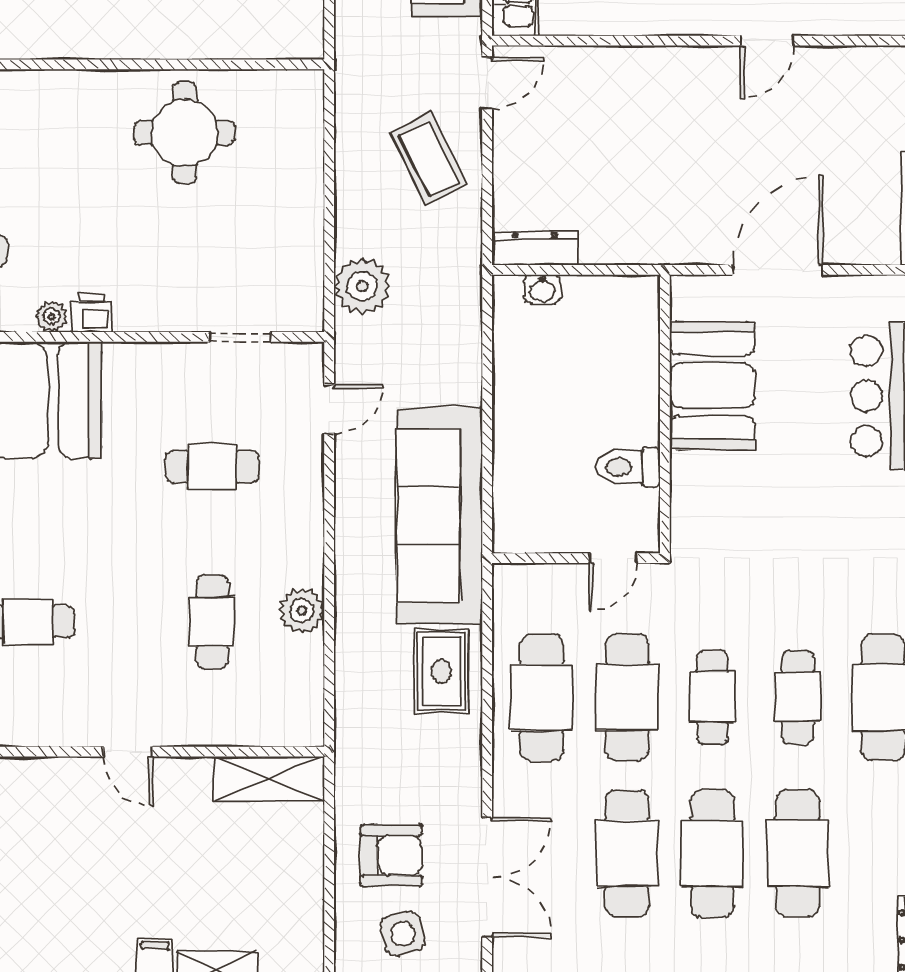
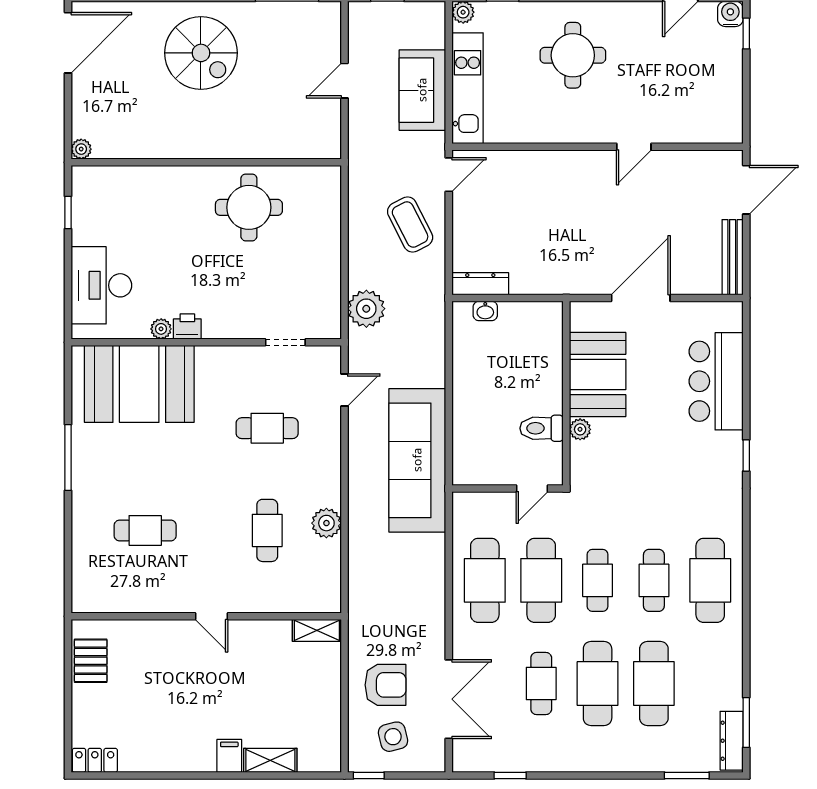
plant: (686, 469) -> (580, 429), added
rug: (441, 671) -> (419, 563), removed
shelving: (269, 779) -> (317, 630), width x0.67, depth x0.75
cafe table: (627, 853) -> (541, 683), width x0.73, depth x0.74

